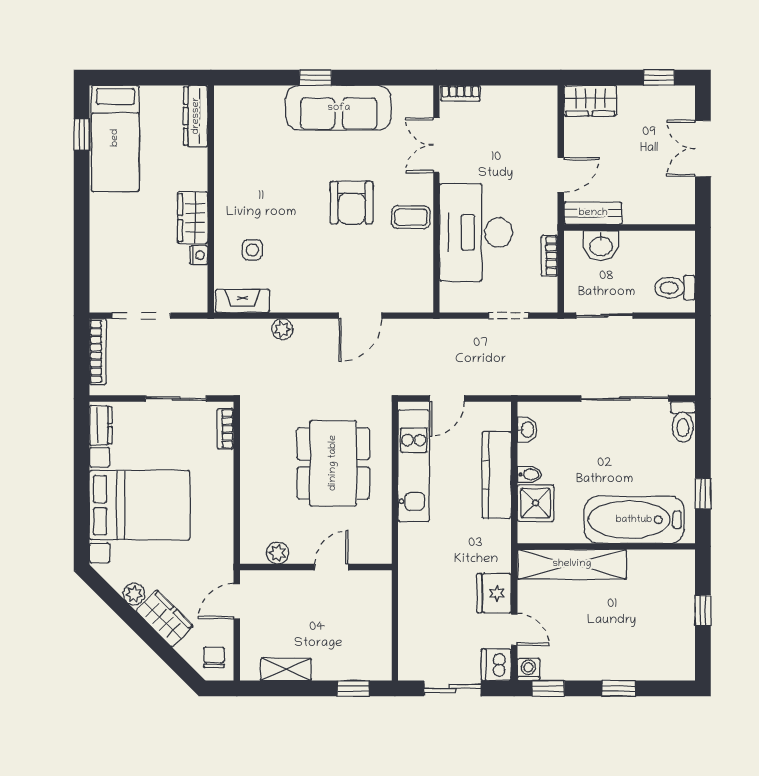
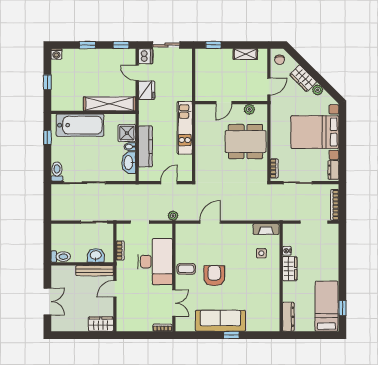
window: (659, 78) -> (68, 335), removed
bench: (593, 213) -> (95, 271), width x1.36
toilet: (675, 288) -> (61, 257), moved
plant: (282, 329) -> (173, 216), moved
washbasin: (527, 430) -> (129, 163), width x1.91, depth x1.45
dining table: (333, 463) -> (246, 142), moved, turned 90
kitchen unit: (414, 466) -> (185, 128), moved
washing machine: (528, 669) -> (56, 54), moved

